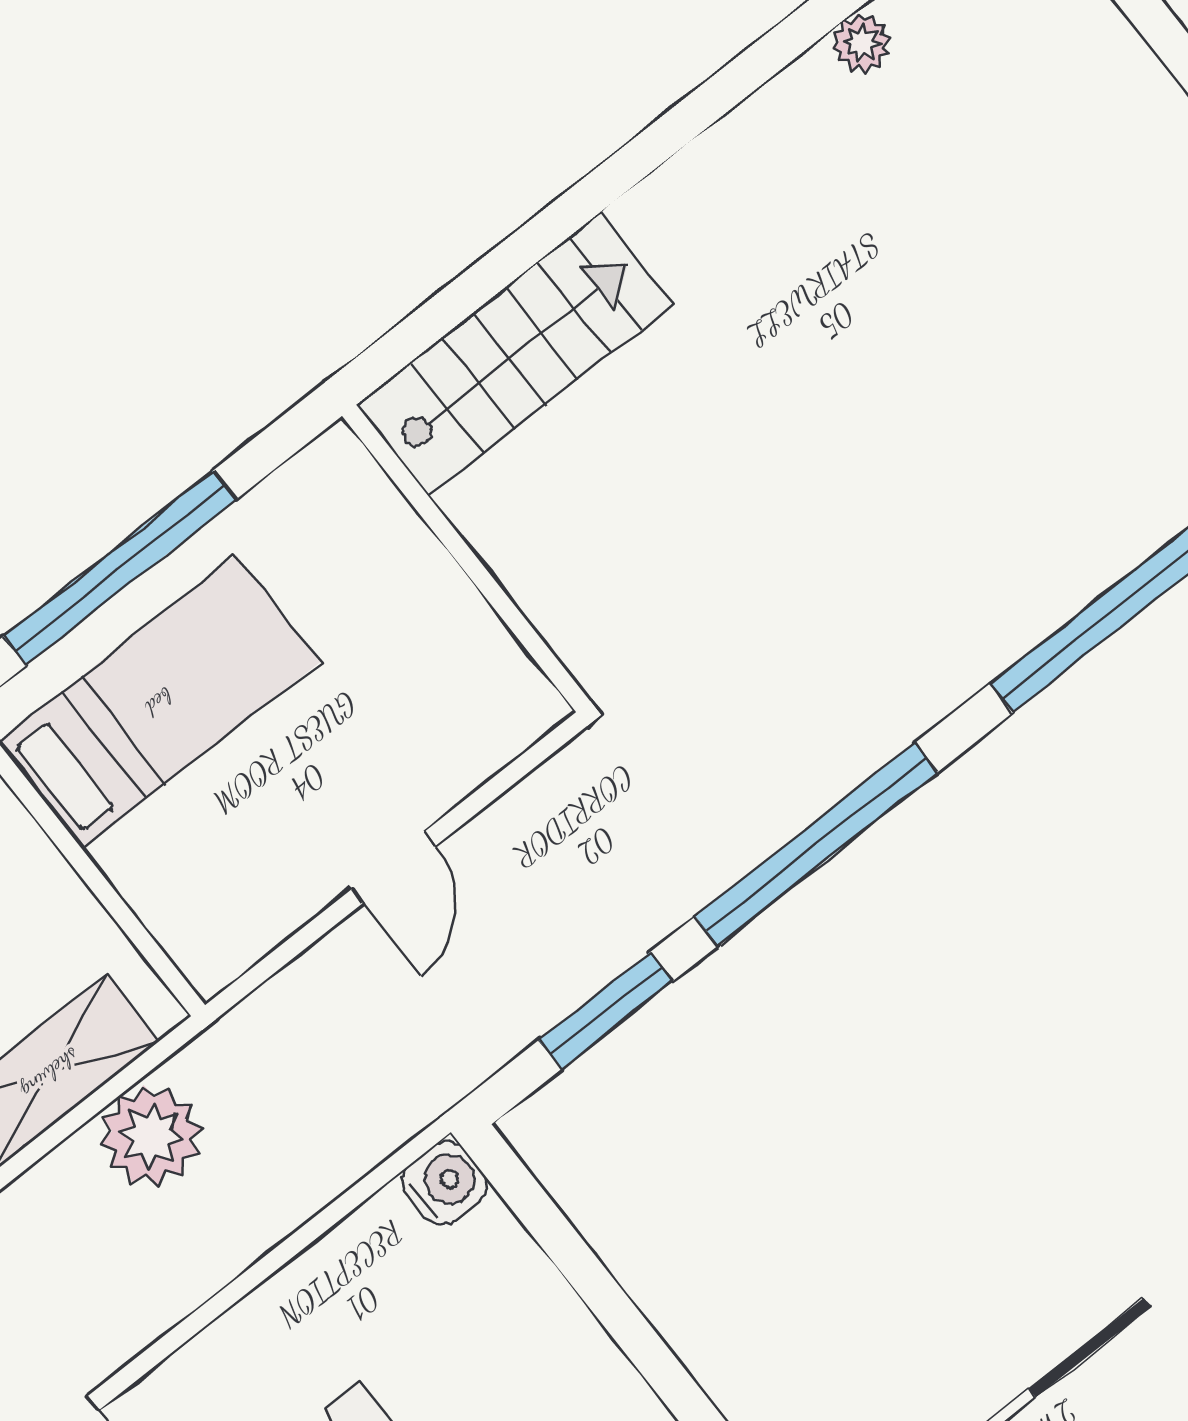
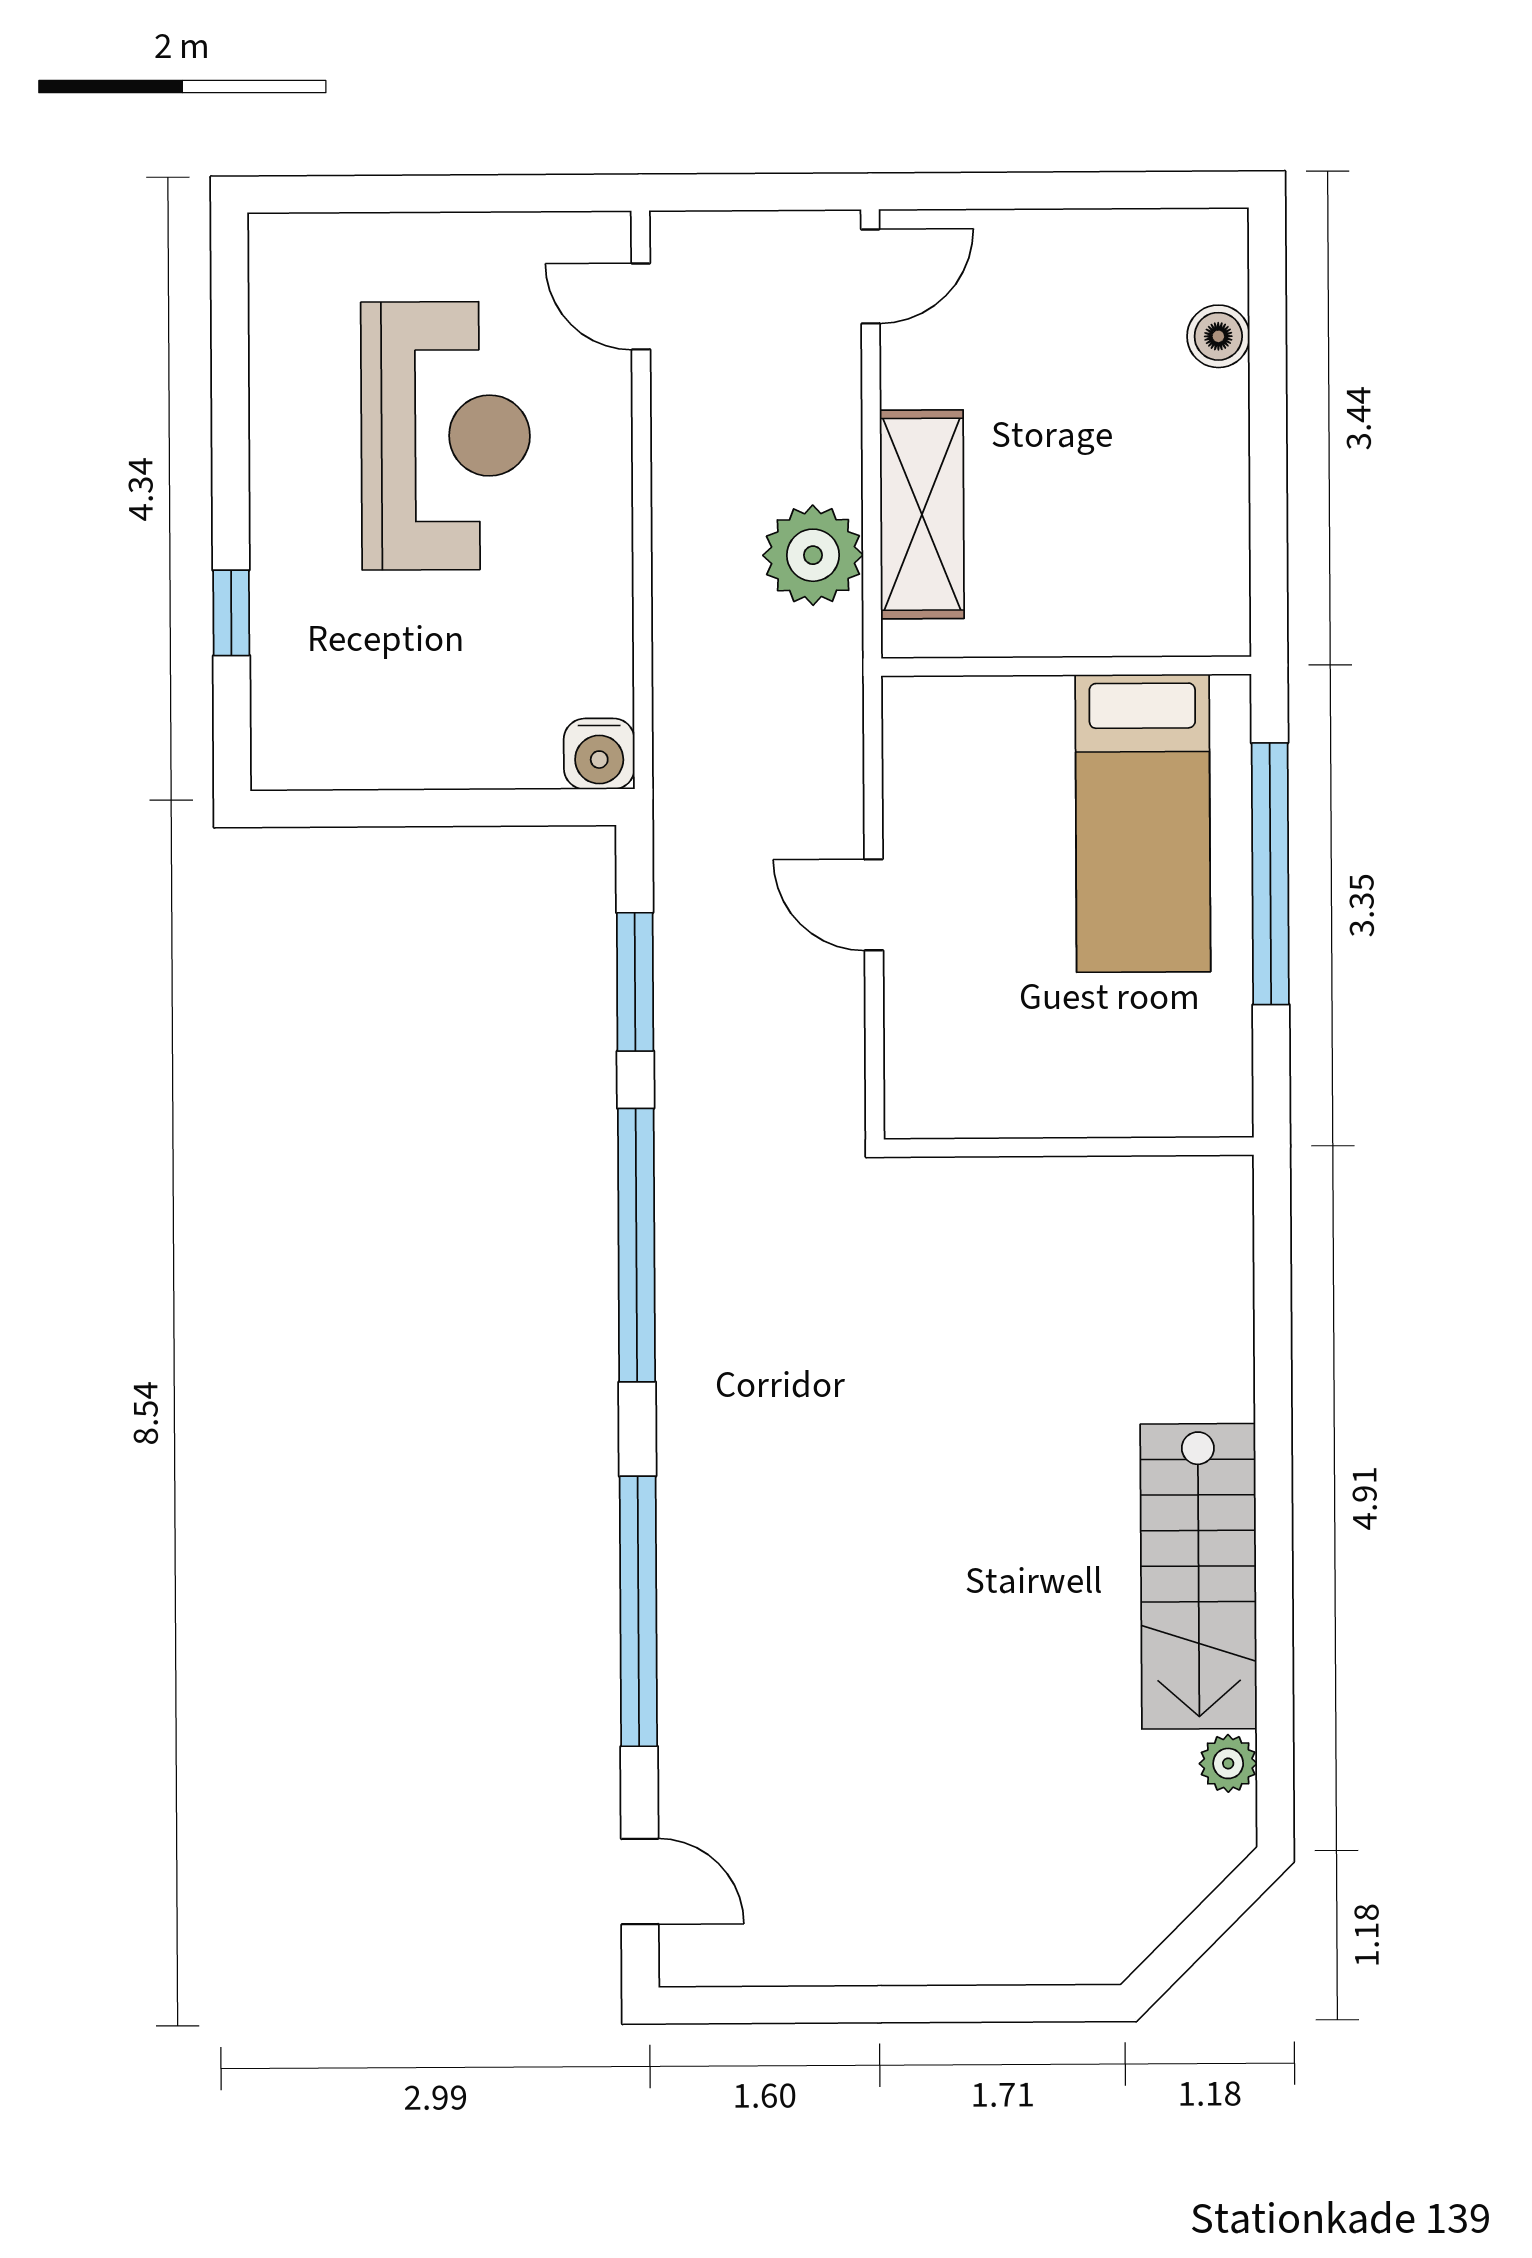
stairs: (514, 354) -> (1199, 1576), moved

